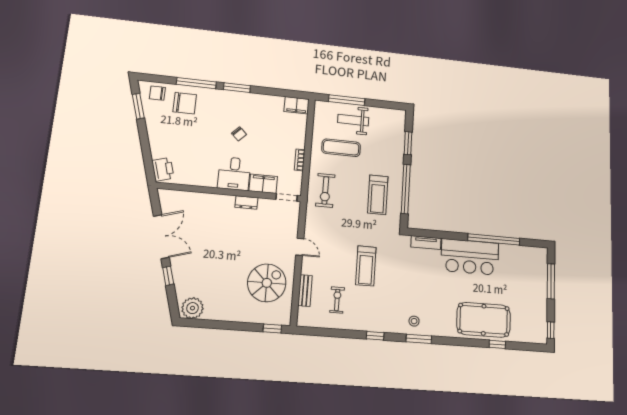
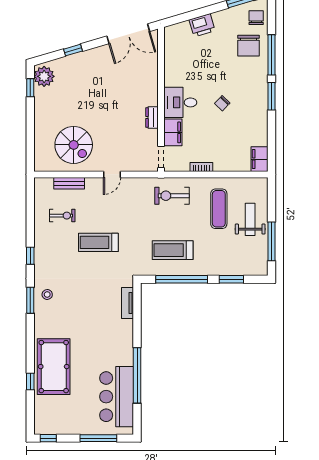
window: (347, 100) -> (271, 241), moved
printer: (163, 169) -> (202, 25), moved
double door: (161, 237) -> (128, 34), moved
bar counter: (470, 257) -> (117, 397), moved
window: (272, 328) -> (30, 88), moved

